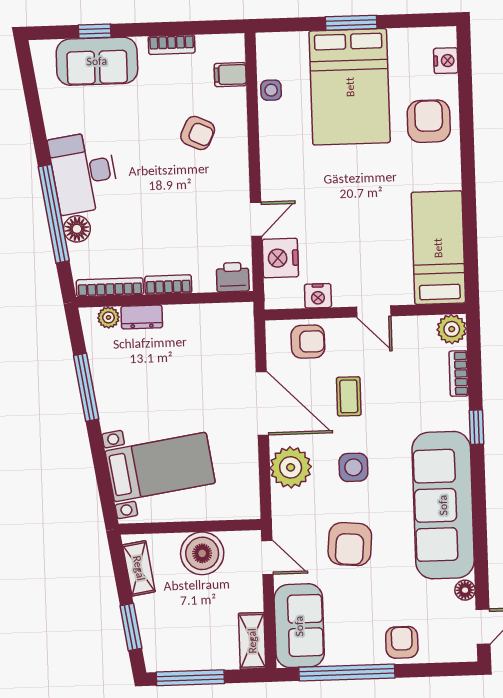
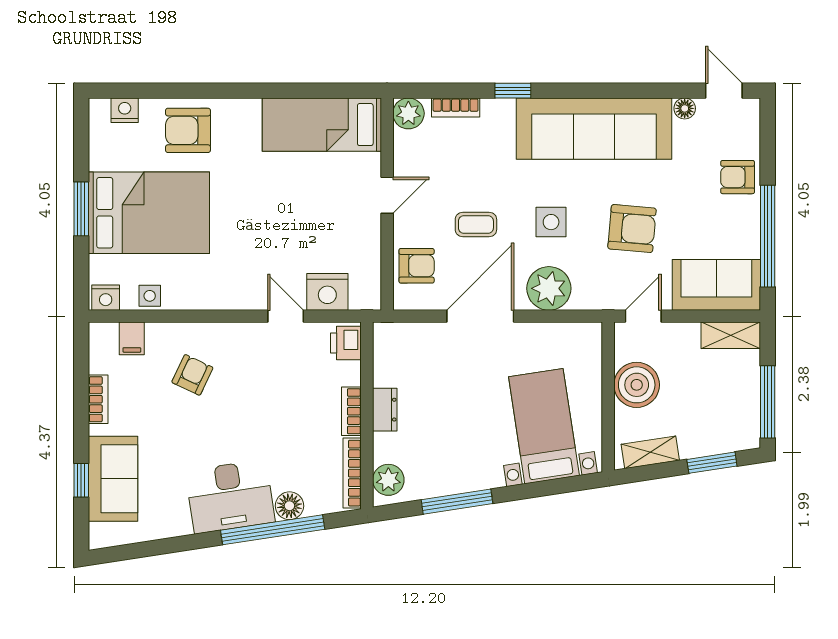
nightstand: (318, 296) -> (106, 298), moved, turned 90
plant: (108, 317) -> (388, 480), width x1.38, depth x1.38
dresser: (142, 317) -> (385, 410), moved
armchair: (308, 342) -> (417, 266), turned 90

